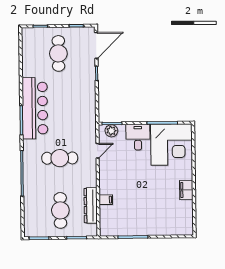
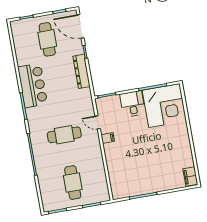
door: (96, 45) -> (81, 26), swing flipped
bar counter: (35, 108) -> (33, 85), width x0.73
plant: (111, 131) -> (107, 102), removed
door: (98, 151) -> (98, 122), swing flipped
filing cabinet: (186, 190) -> (190, 177), moved
filing cabinet: (106, 200) -> (108, 138), moved
dresser: (91, 206) -> (82, 71), moved

